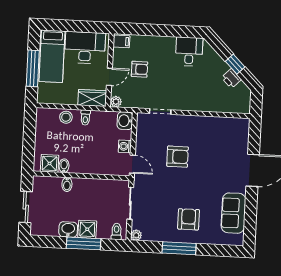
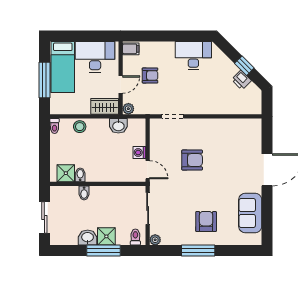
desk: (189, 52) -> (193, 55), width x1.37
toilet: (85, 118) -> (55, 126), moved
washbasin: (125, 121) -> (118, 126), moved, turned -90

